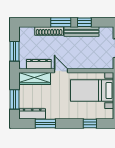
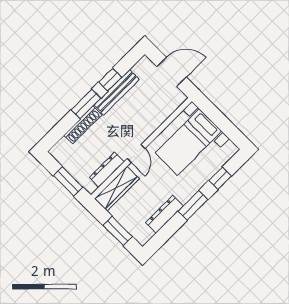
door: (61, 71) -> (136, 154), swing flipped
dresser: (32, 114) -> (164, 214), moved
window: (45, 123) -> (193, 205), moved

